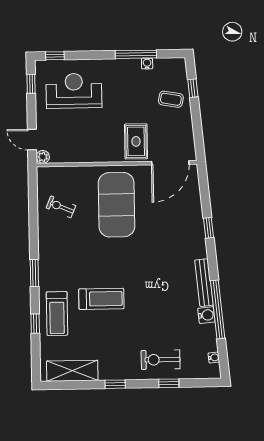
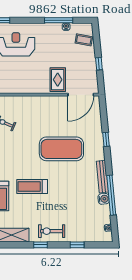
window: (193, 88) -> (99, 64), moved
coffee table: (171, 99) -> (84, 40), moved
exercise mat: (116, 205) -> (61, 149), moved, turned 90
treadmill: (101, 299) -> (32, 187), turned 180
exercise bike: (161, 360) -> (52, 231), moved

